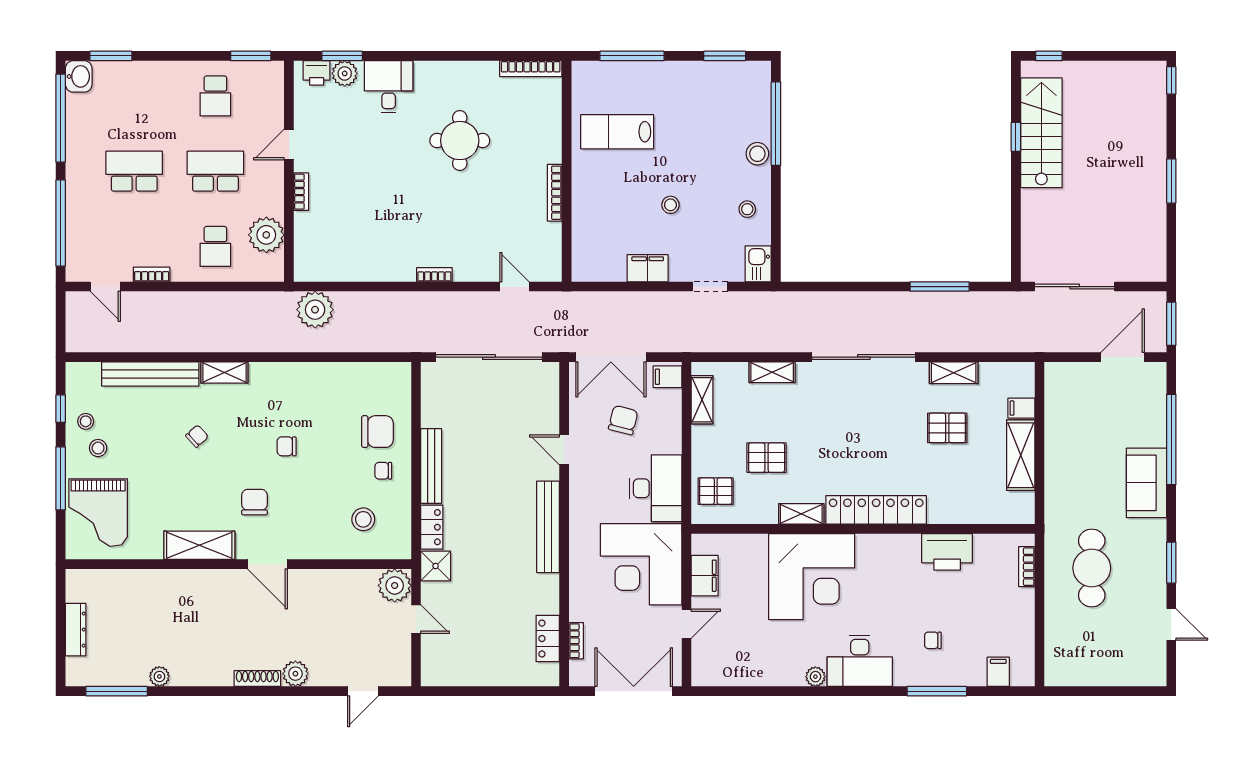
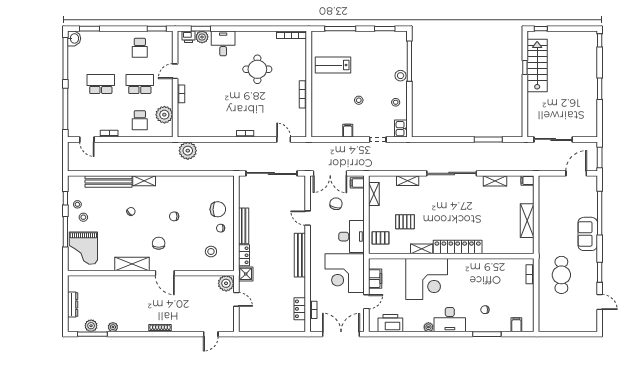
filing cabinet: (648, 268) -> (348, 131), width x0.50
filing cabinet: (1021, 408) -> (528, 181), moved
pallet: (947, 428) -> (492, 208), removed
printer: (947, 552) -> (390, 323), moved, turned 180
plant: (295, 674) -> (91, 326), moved

